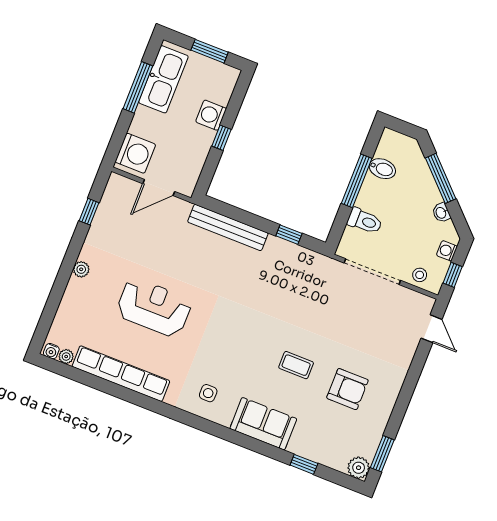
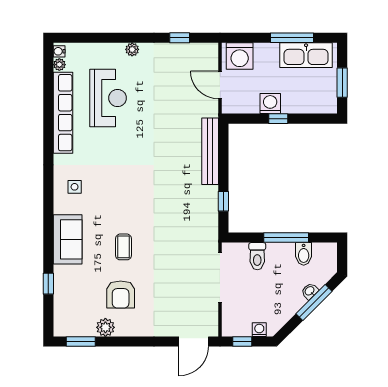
washing machine: (211, 115) -> (270, 104), moved
washbasin: (441, 213) -> (310, 291), moved
stool: (420, 275) -> (232, 316), removed
reception desk: (154, 307) -> (108, 98), moved
door: (431, 329) -> (194, 342), width x1.38
plant: (359, 468) -> (105, 327), moved

